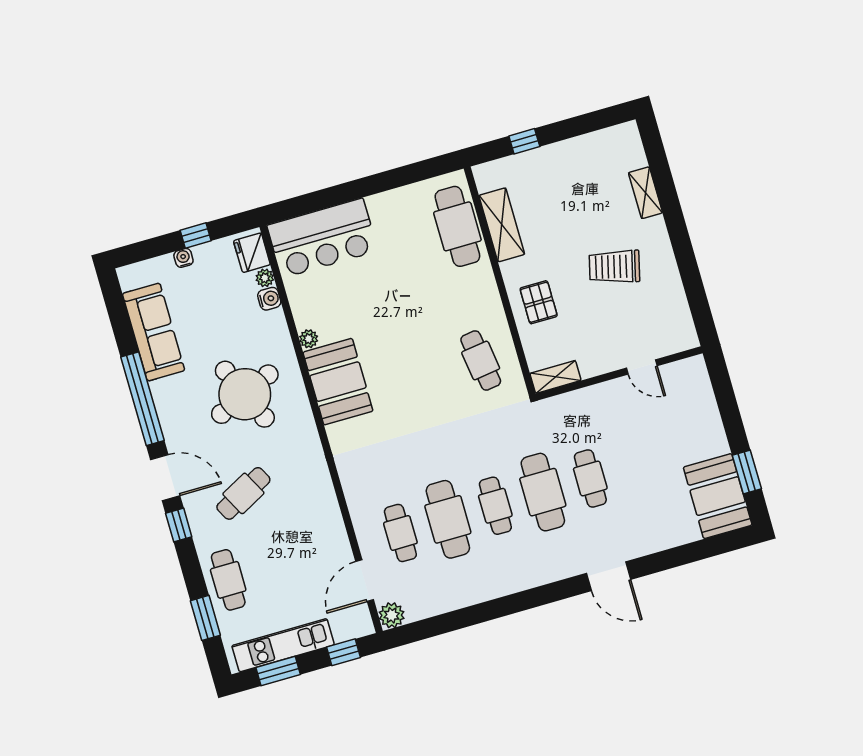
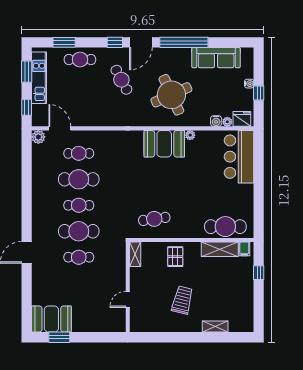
filing cabinet: (488, 180) -> (244, 249), added
pallet: (539, 302) -> (175, 257), turned 90

